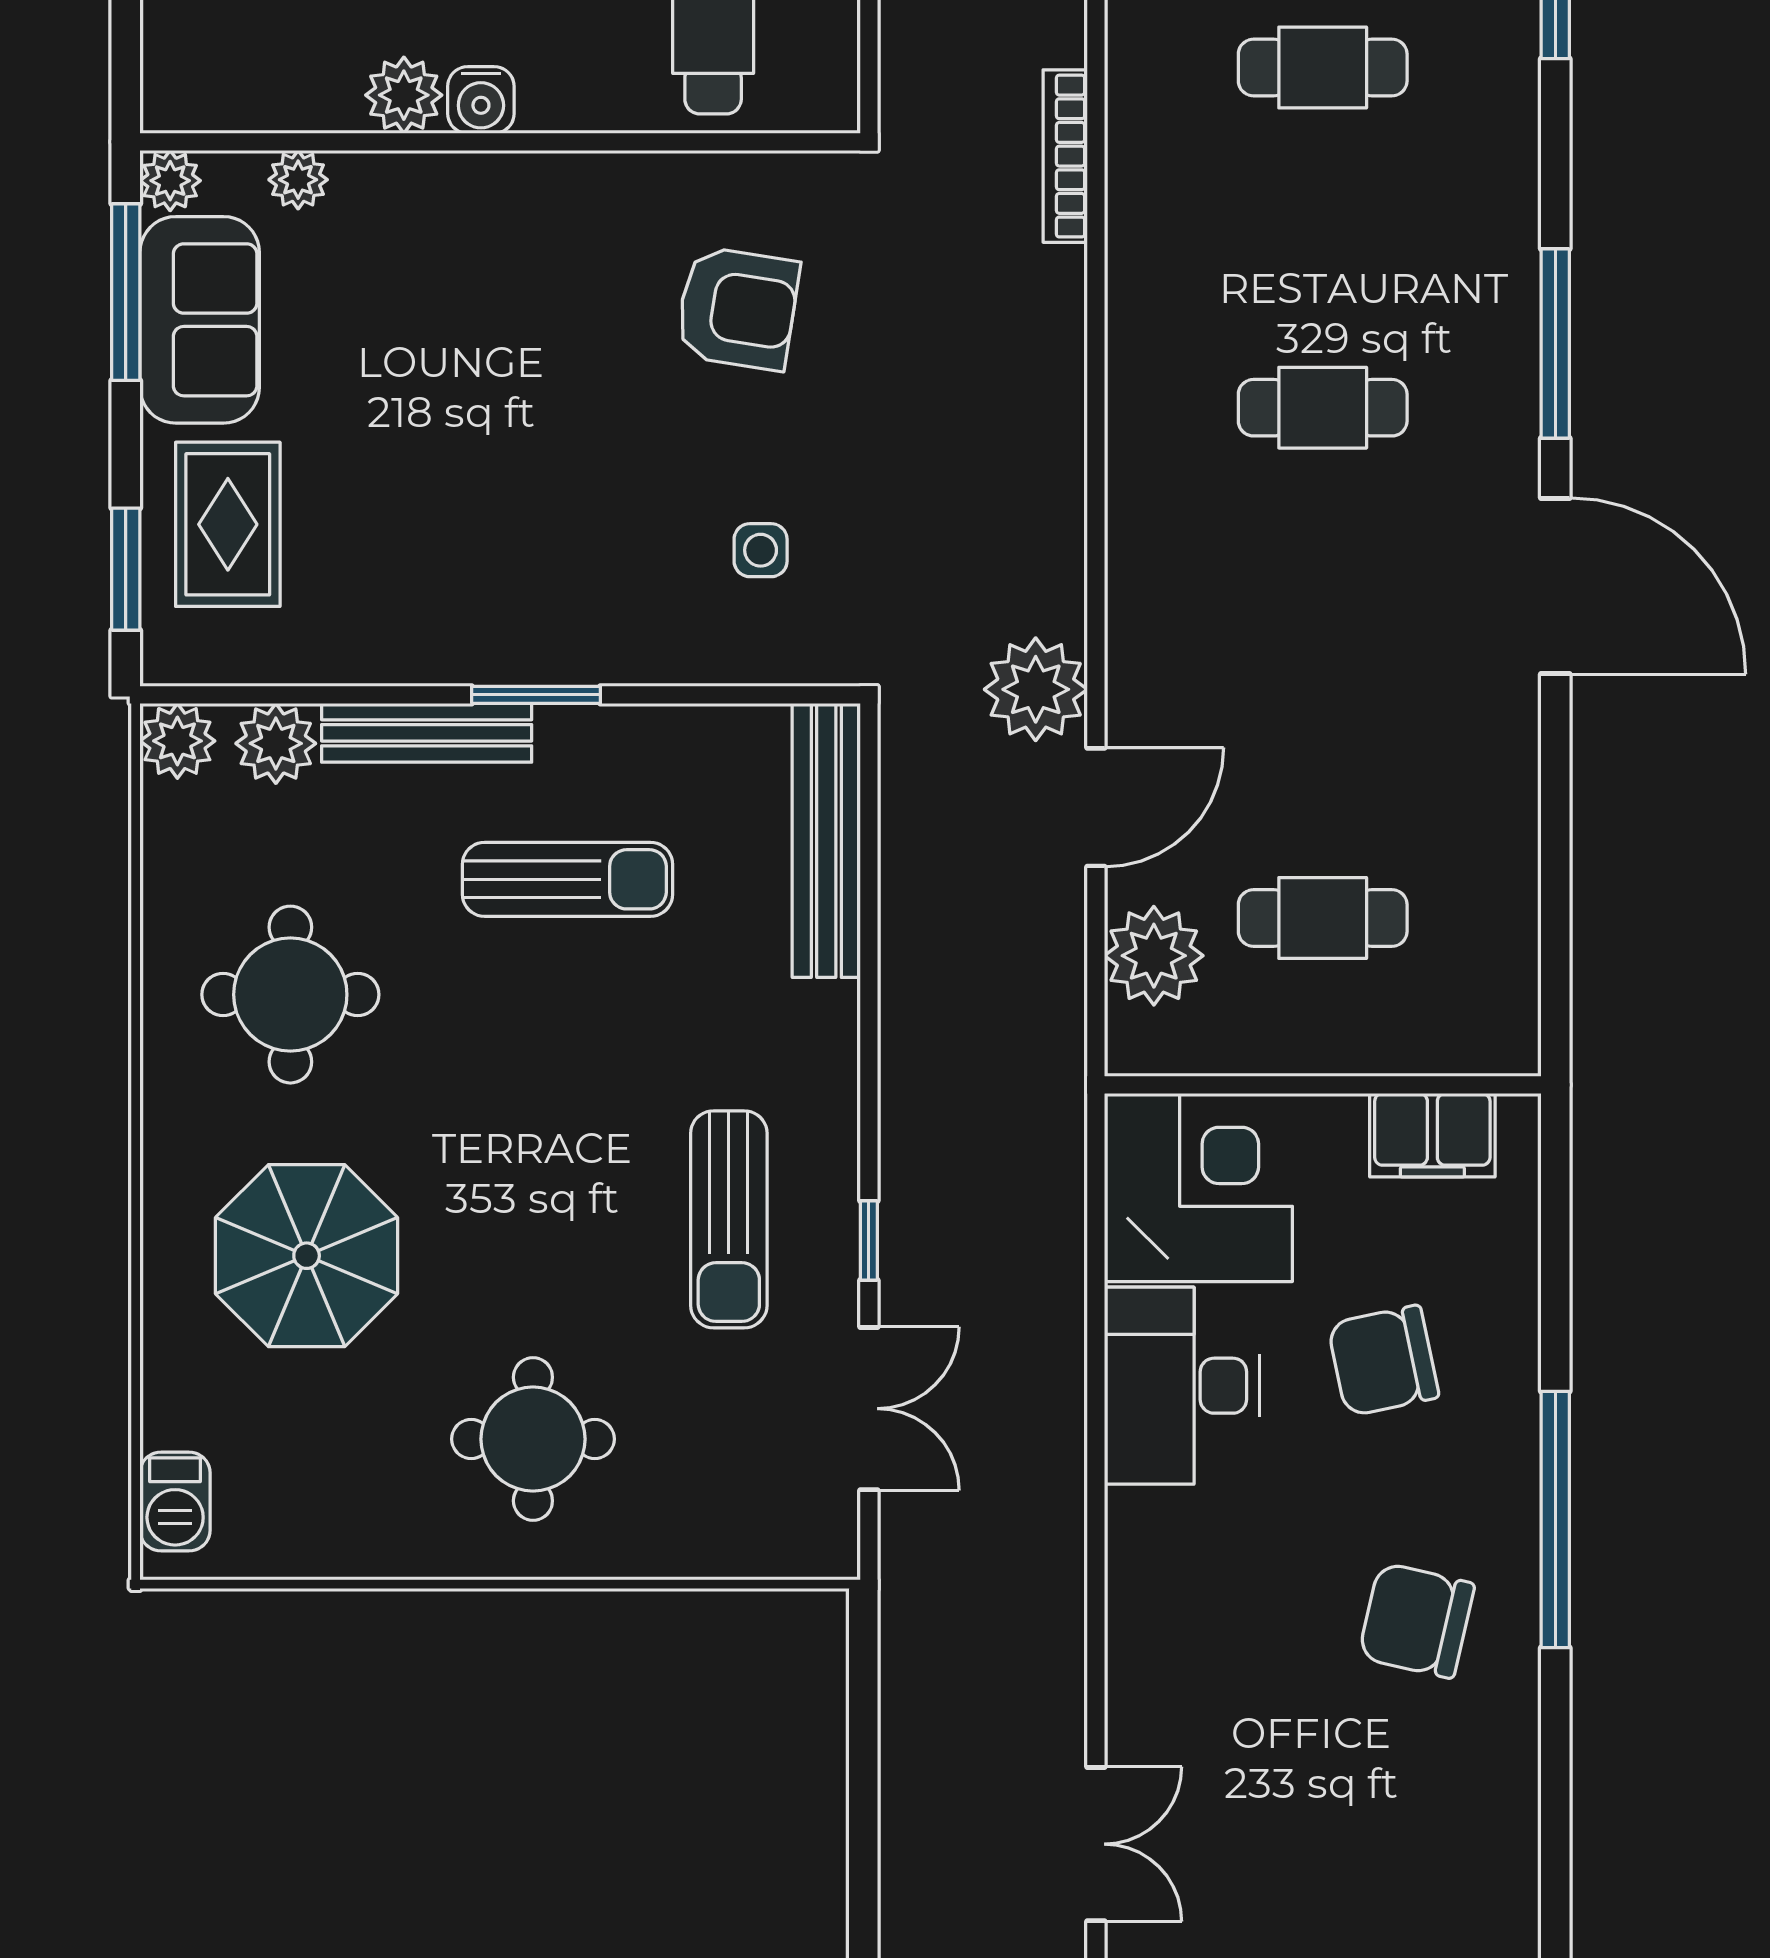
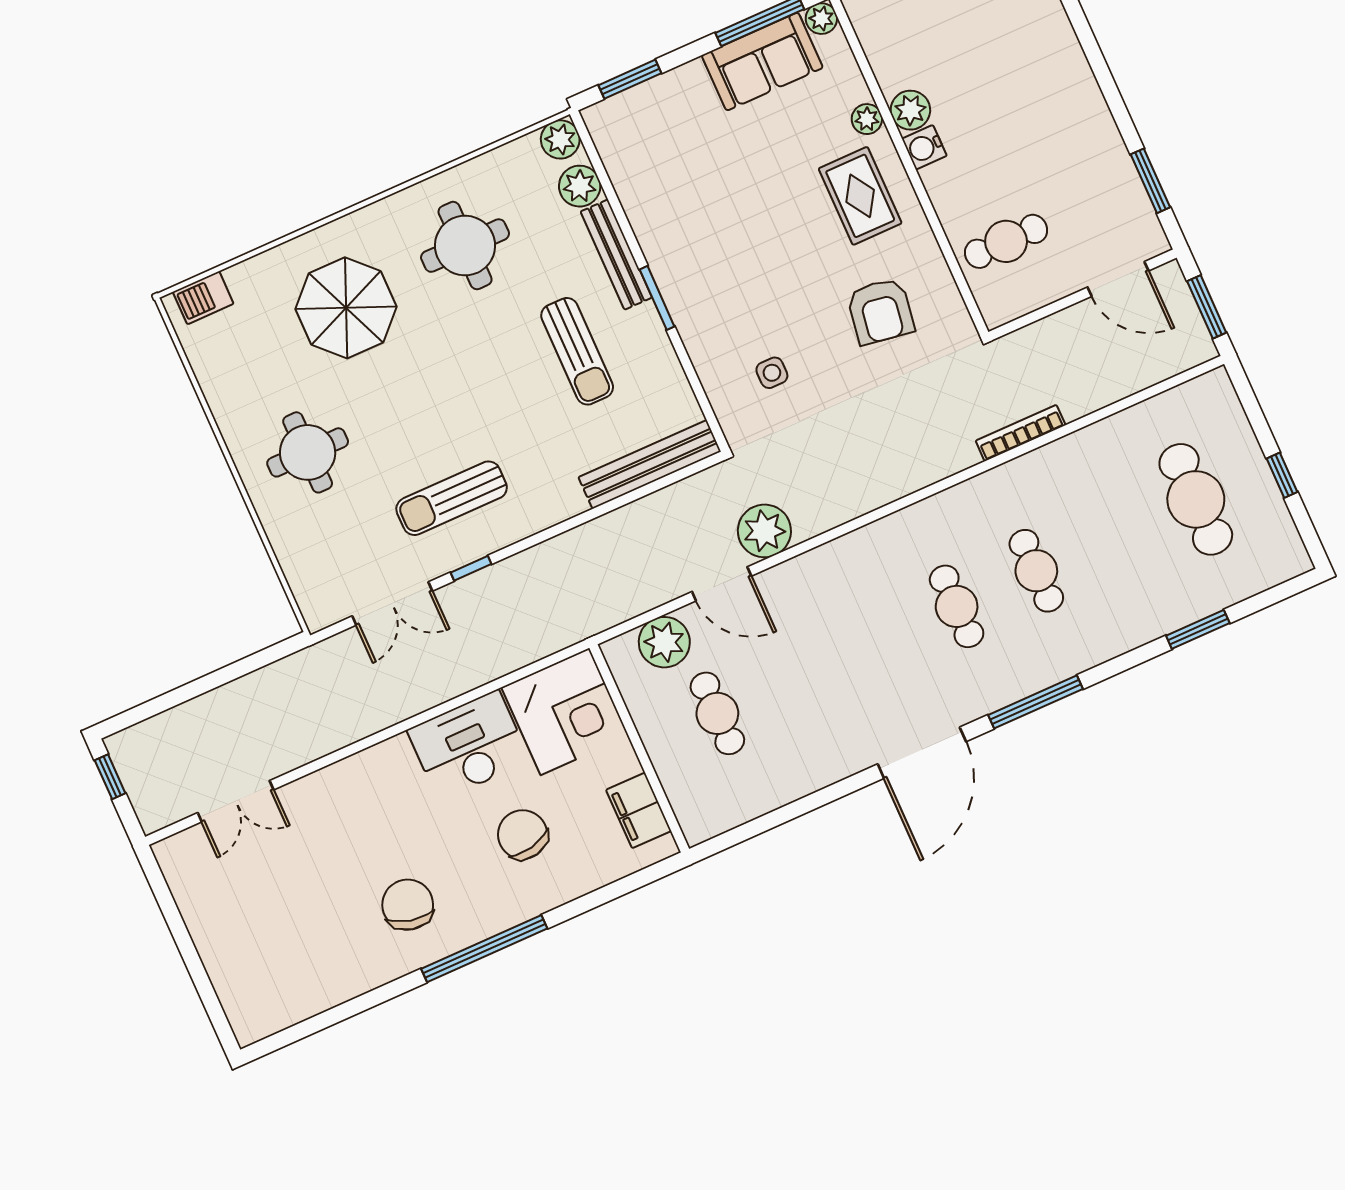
cafe table: (1323, 67) -> (1036, 571), moved
plant: (298, 180) -> (867, 119), moved
rug: (228, 524) -> (860, 196), moved, turned 90

